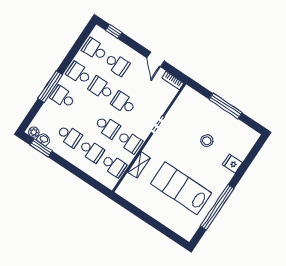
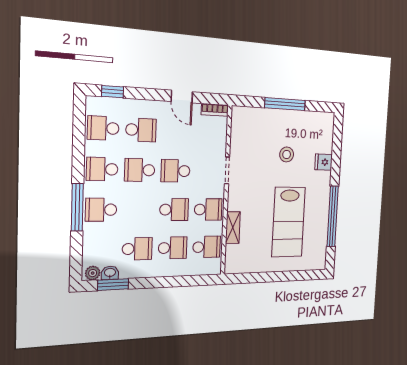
lab bench: (181, 188) -> (289, 222), turned -90

